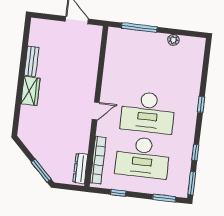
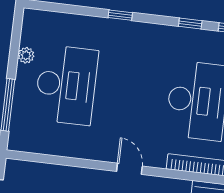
desk: (148, 112) -> (66, 85), moved

